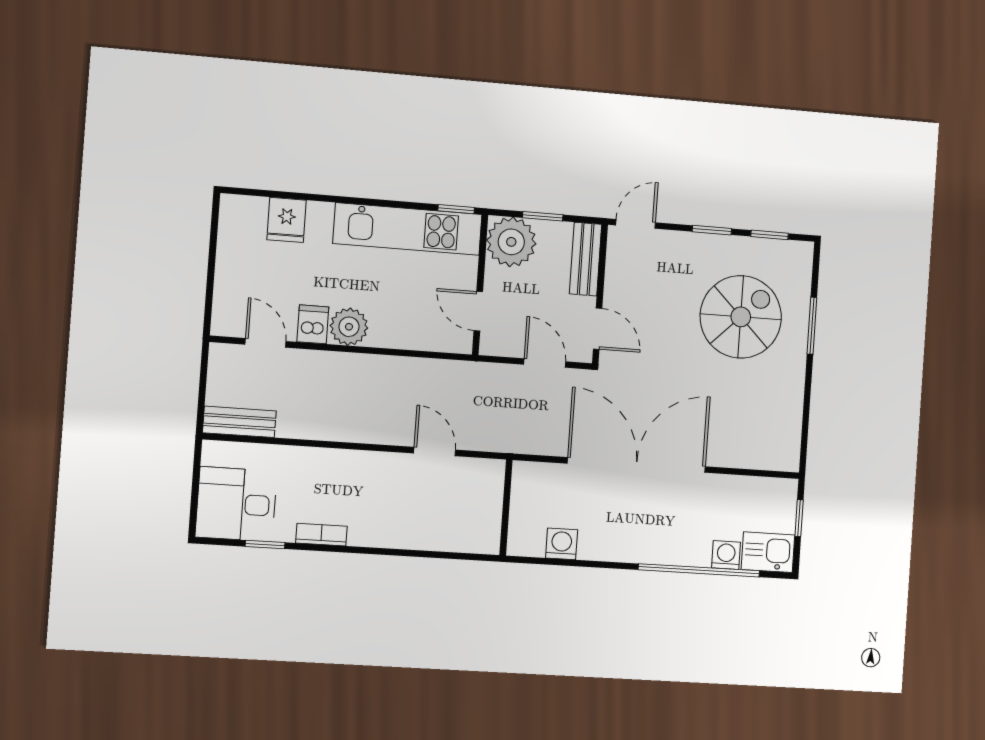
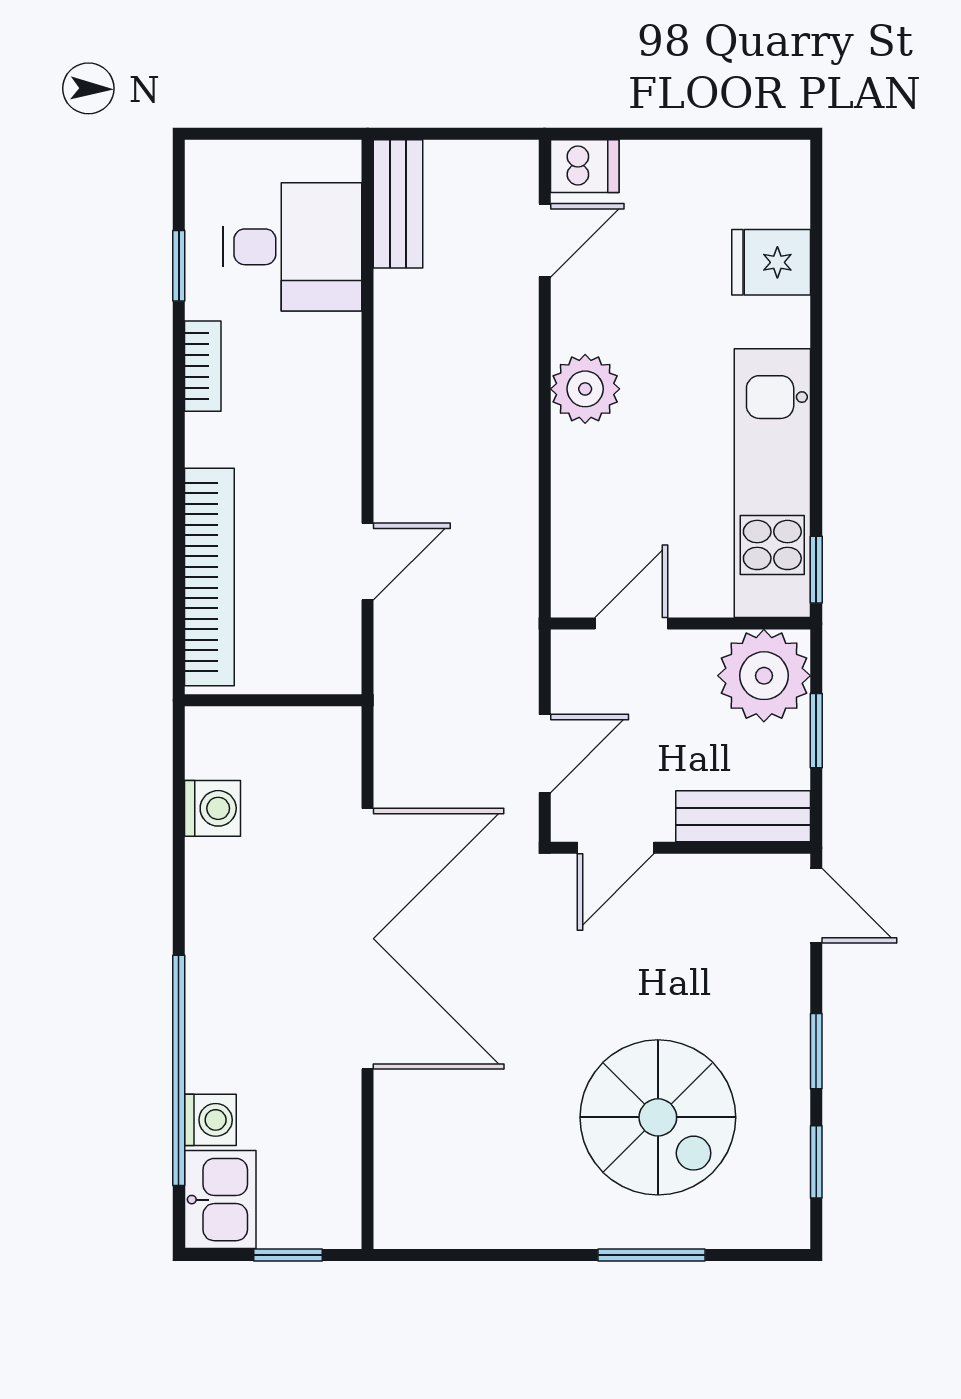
dishwasher: (313, 324) -> (585, 166), moved
desk: (236, 504) -> (292, 247), moved, turned 90
bookcase: (437, 538) -> (209, 577), added

